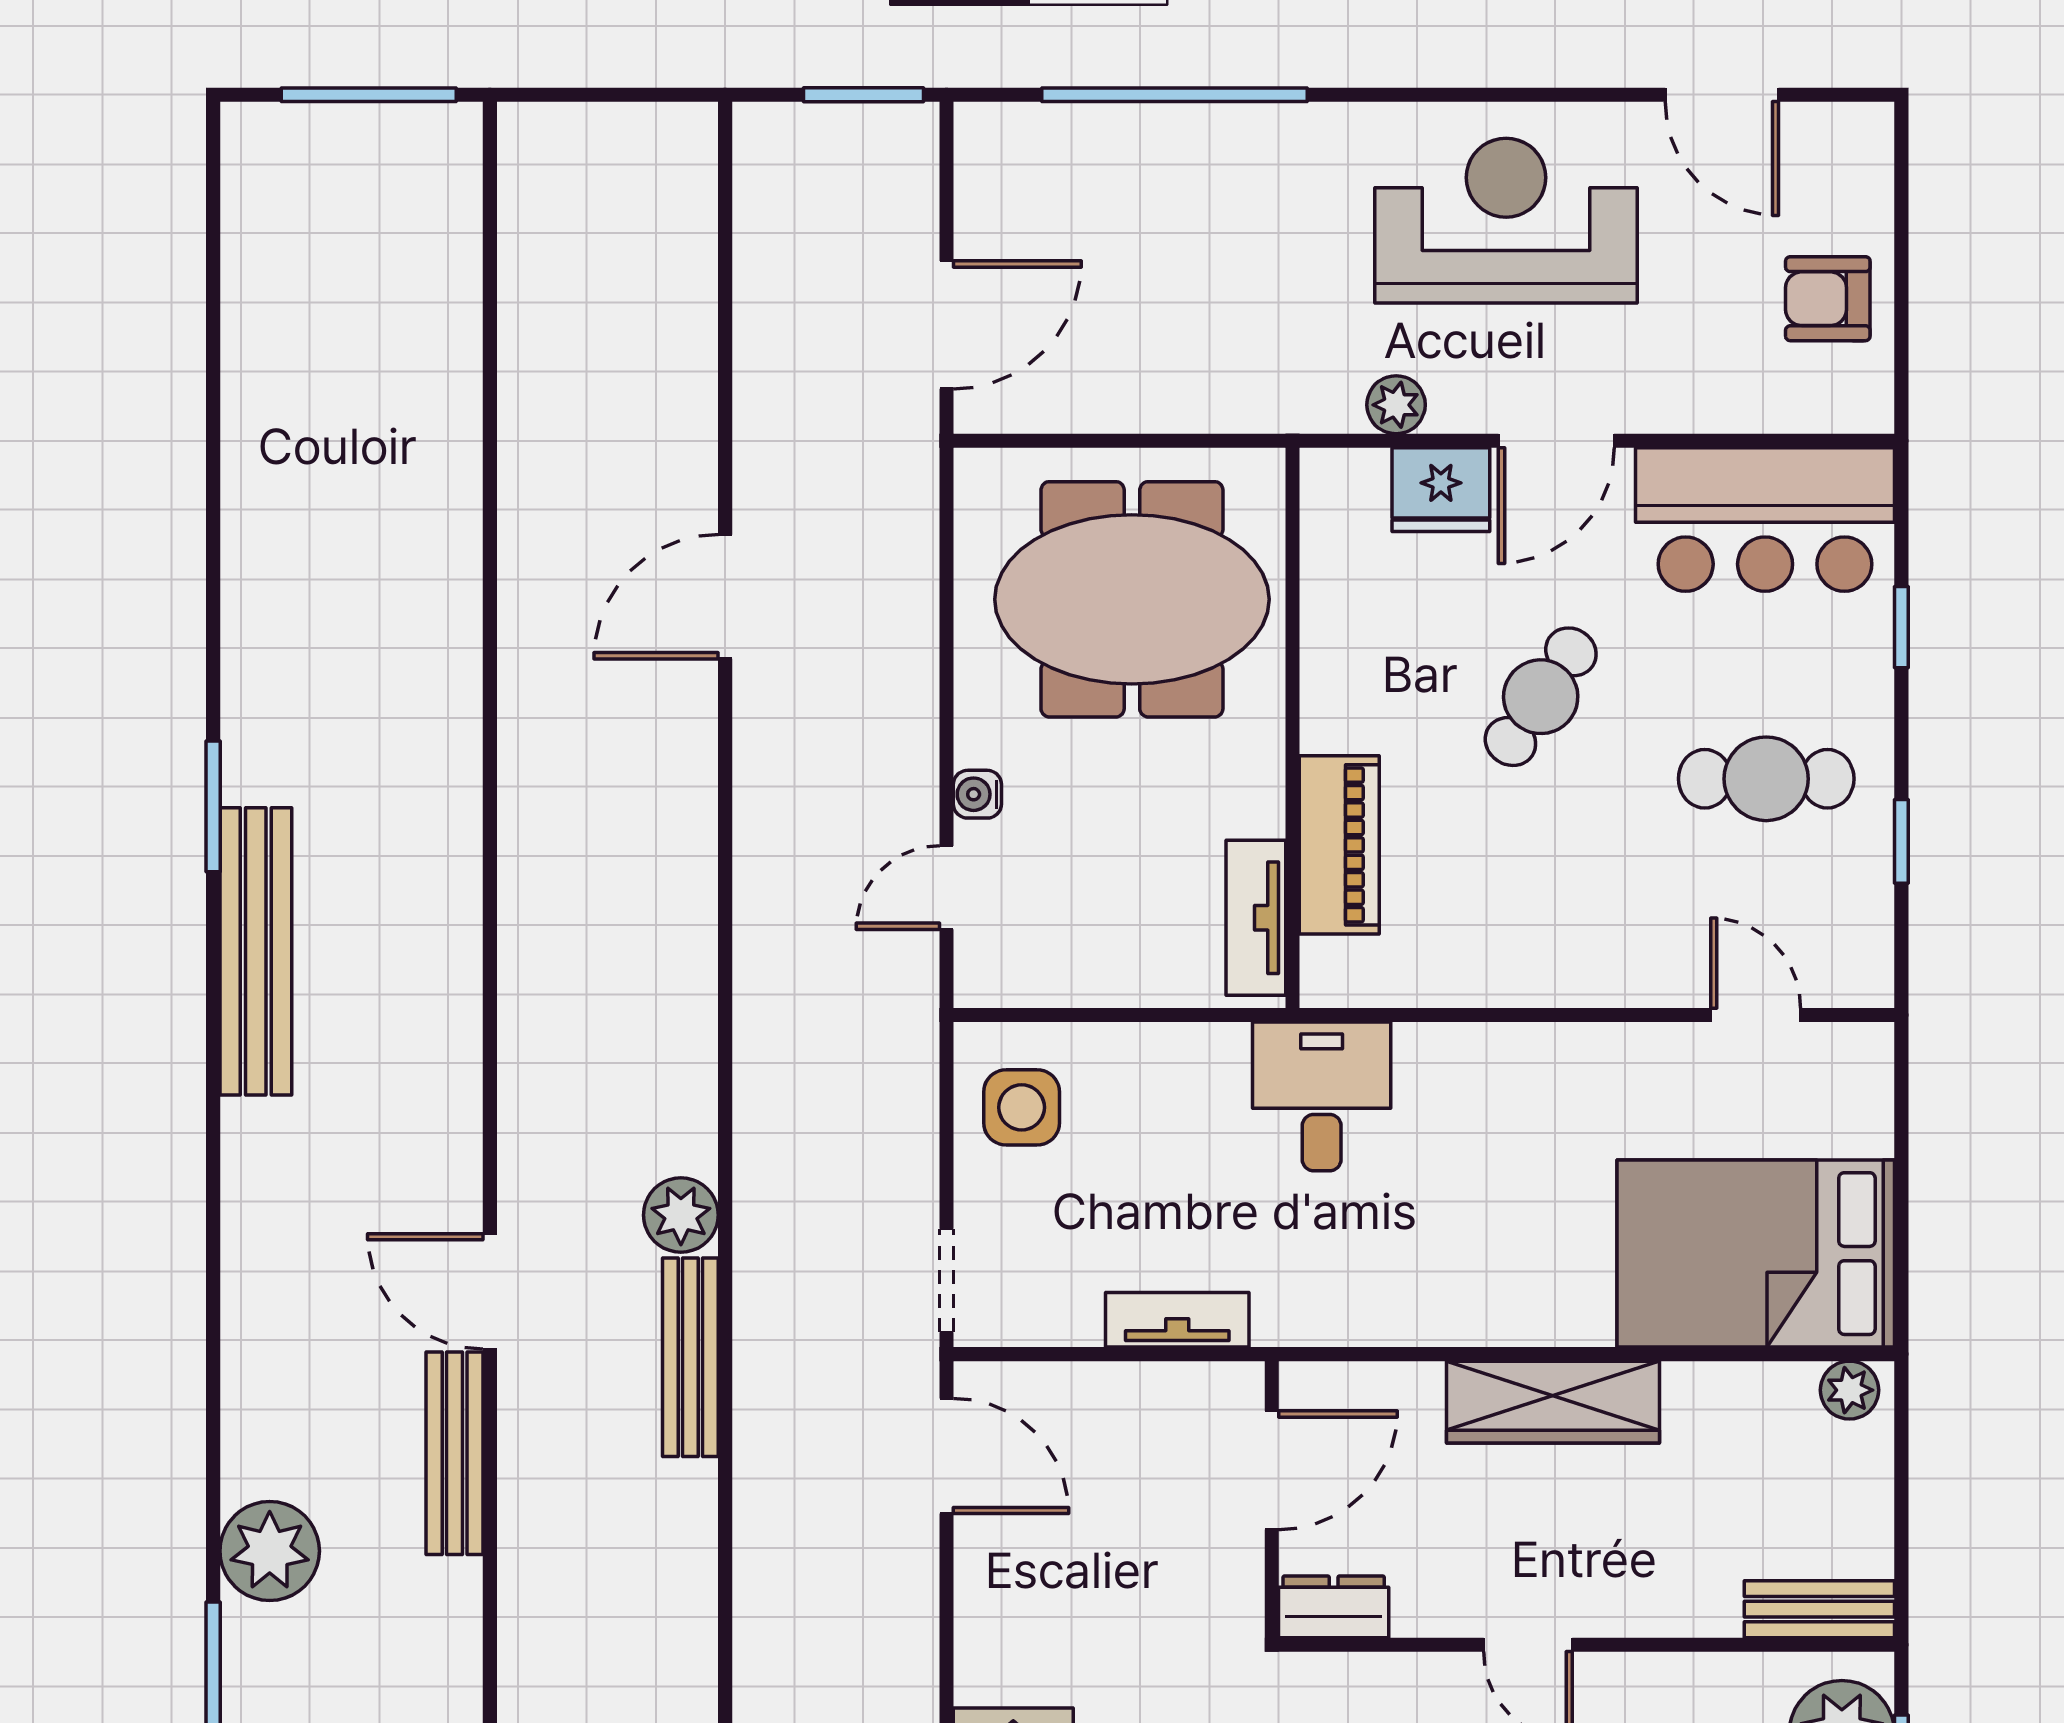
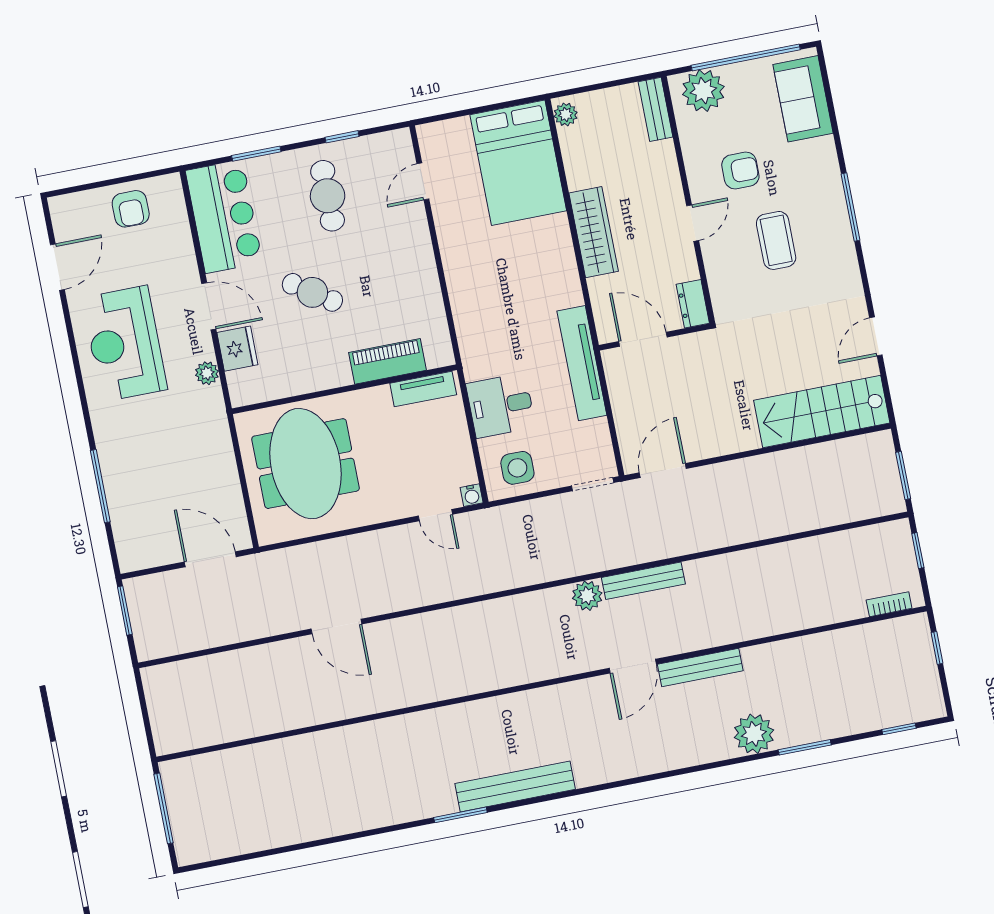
window: (1175, 95) -> (100, 486), width x0.68
window: (1901, 627) -> (256, 154), width x1.50
water cooler: (977, 794) -> (472, 495), moved
desk: (1322, 1096) -> (501, 405), moved
tv unit: (1177, 1320) -> (582, 363), width x1.92, depth x1.29

